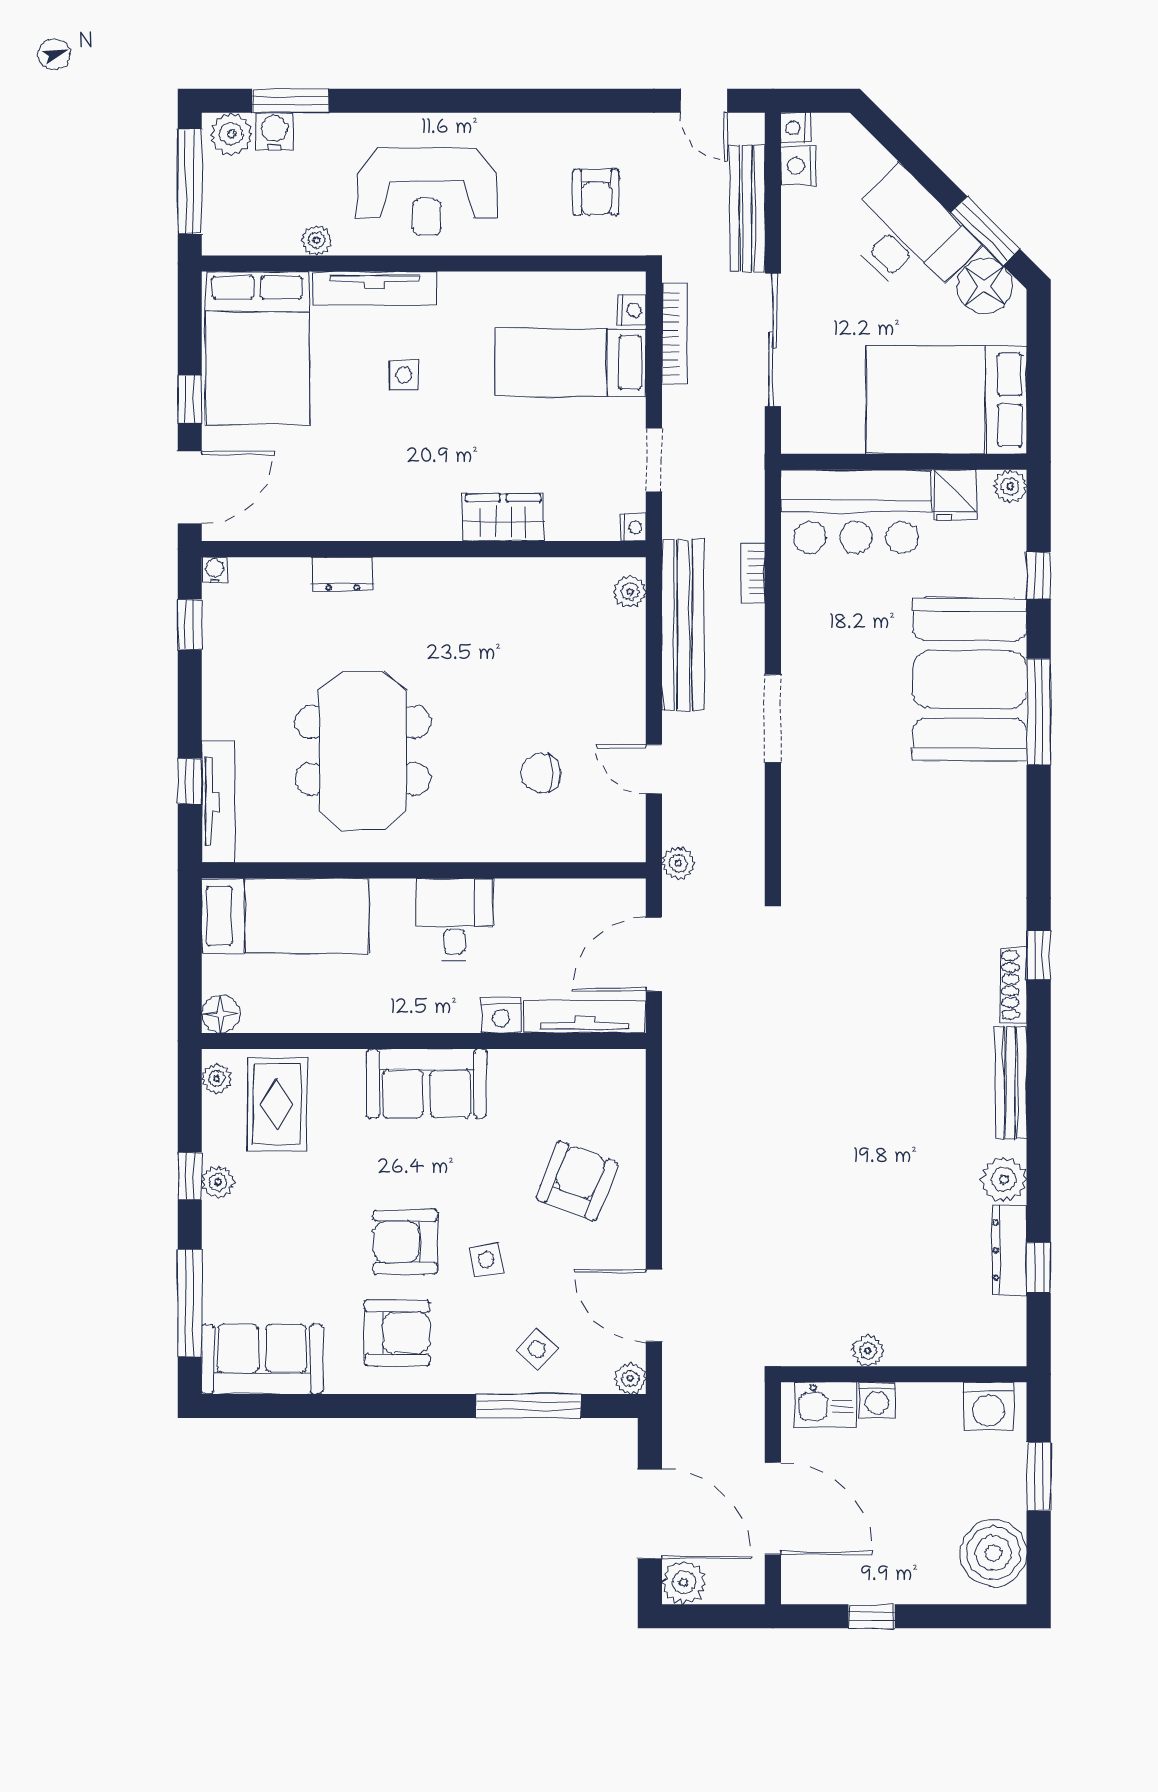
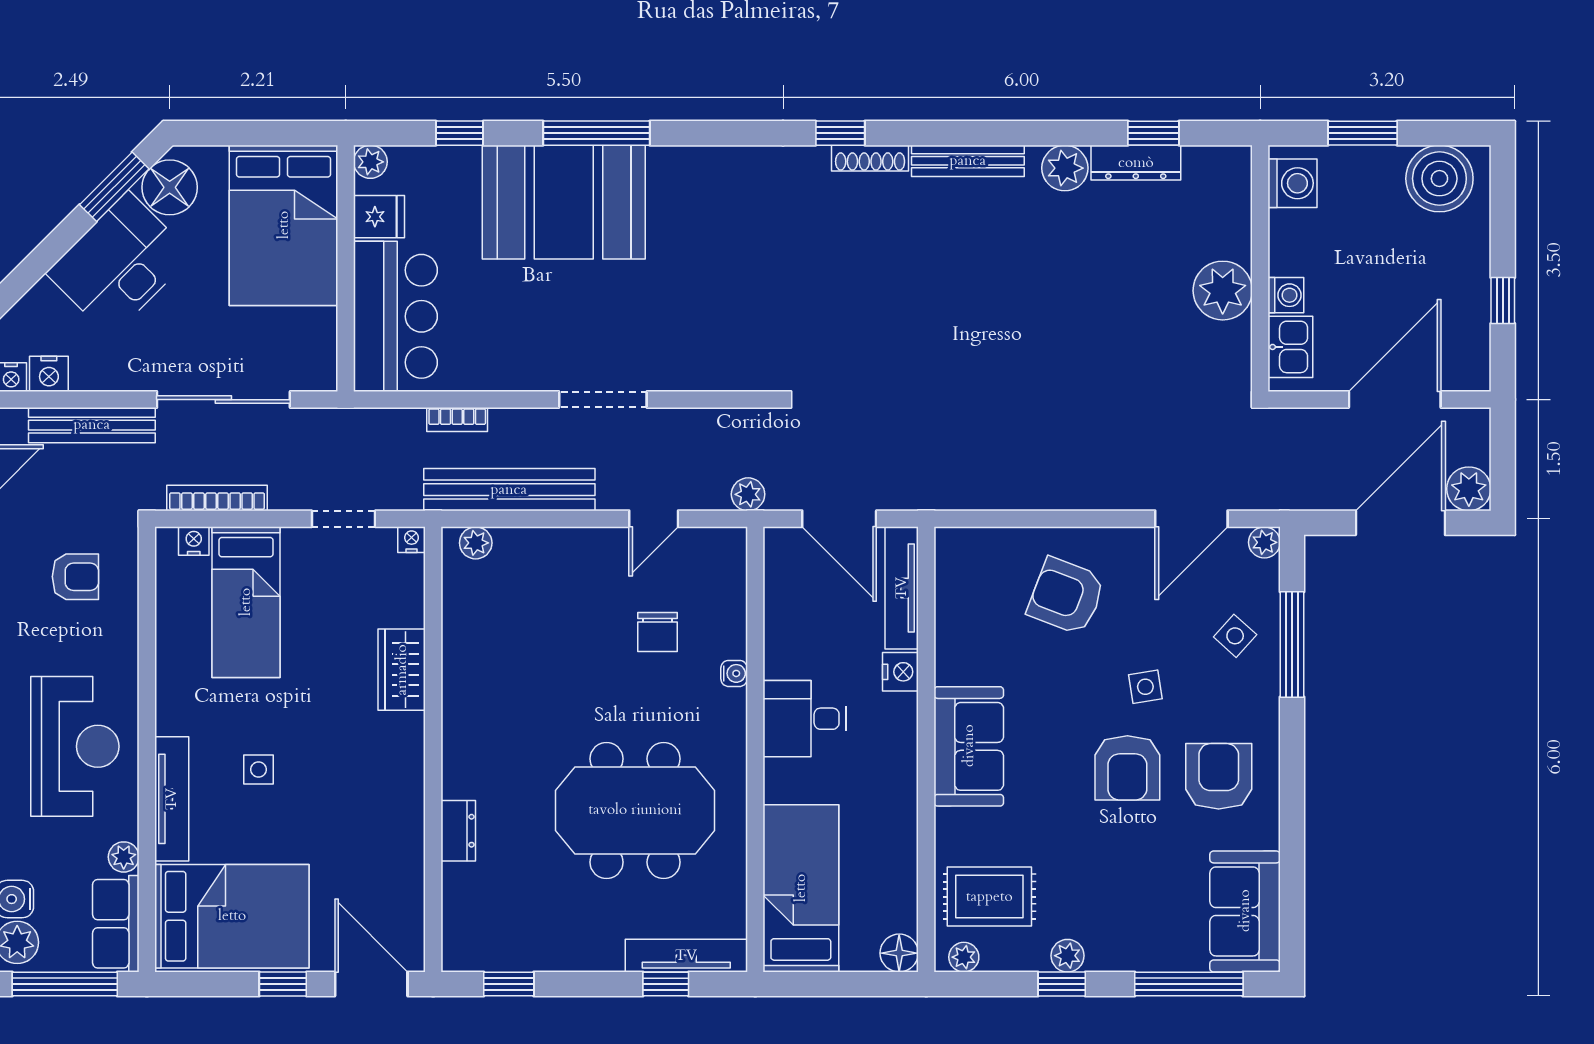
row of seats: (250, 232) -> (116, 924), added
water cooler: (215, 570) -> (734, 673), moved, turned 180
plant: (868, 1351) -> (1223, 291), width x1.88, depth x1.88

